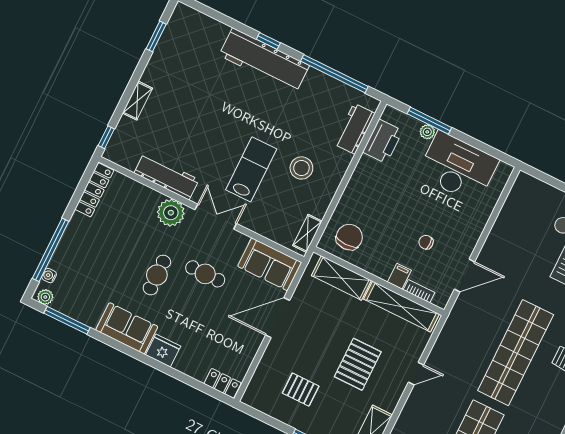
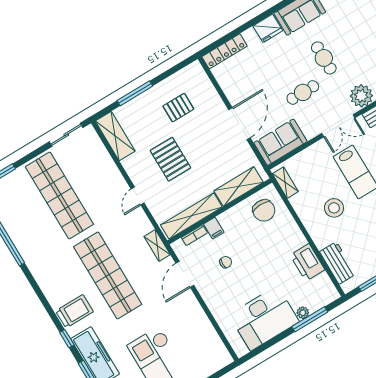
printer: (383, 141) -> (307, 262), moved
shelving: (453, 322) -> (157, 245), added
locker: (222, 383) -> (225, 51), width x1.53

